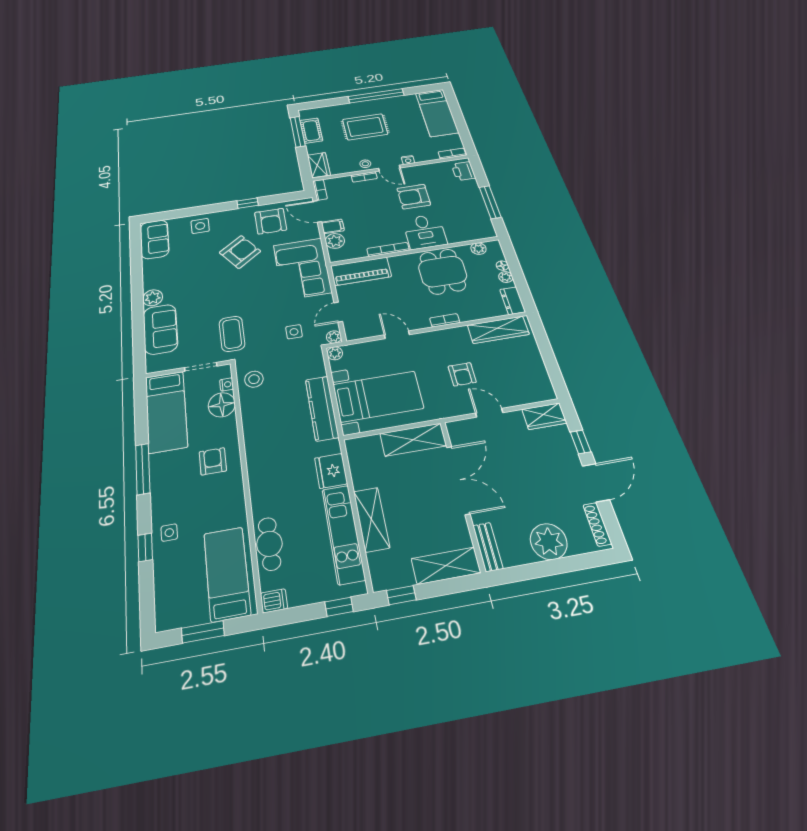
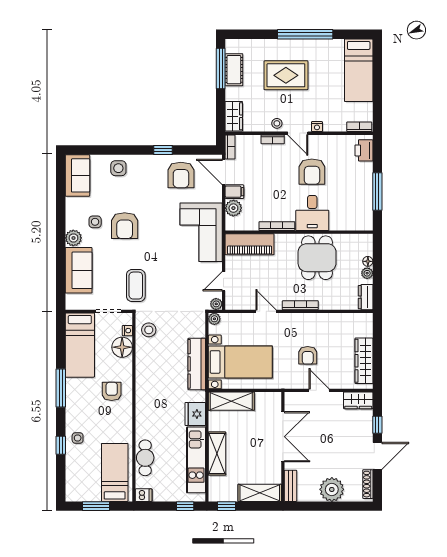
armchair: (414, 197) -> (312, 172), turned -90
plant: (478, 249) -> (353, 240), removed
armchair: (240, 252) -> (125, 226), moved, turned 126
bookcase: (445, 320) -> (300, 305), width x1.56
wardrobe: (498, 330) -> (364, 361), moved, turned 90
side table: (294, 332) -> (95, 222), moved
shelving: (413, 440) -> (231, 401), moved

